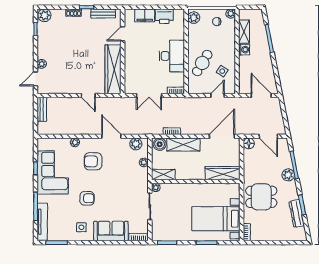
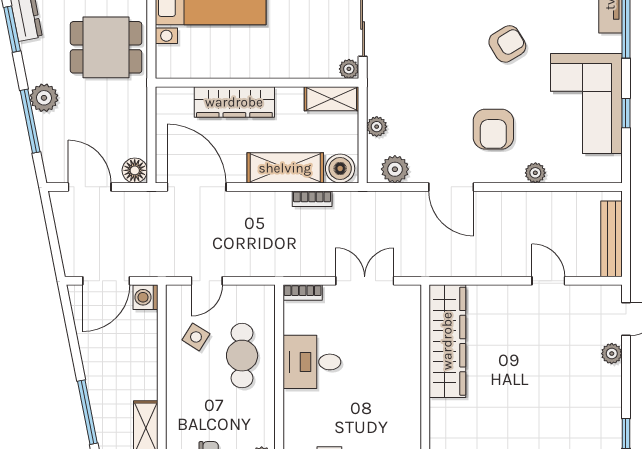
door: (123, 34) -> (425, 423), removed
washing machine: (244, 50) -> (145, 297), moved
desk: (172, 56) -> (312, 362), width x0.73
cafe table: (202, 63) -> (242, 356), turned -31
door: (88, 95) -> (548, 281), moved
door: (261, 95) -> (106, 281), hinge flipped
bench: (42, 109) -> (611, 239), width x1.36
door: (222, 136) -> (197, 187), swing flipped
armchair: (93, 161) -> (493, 129), turned 90
wardrobe: (223, 173) -> (234, 102), moved
armchair: (87, 198) -> (507, 44), turned 149

